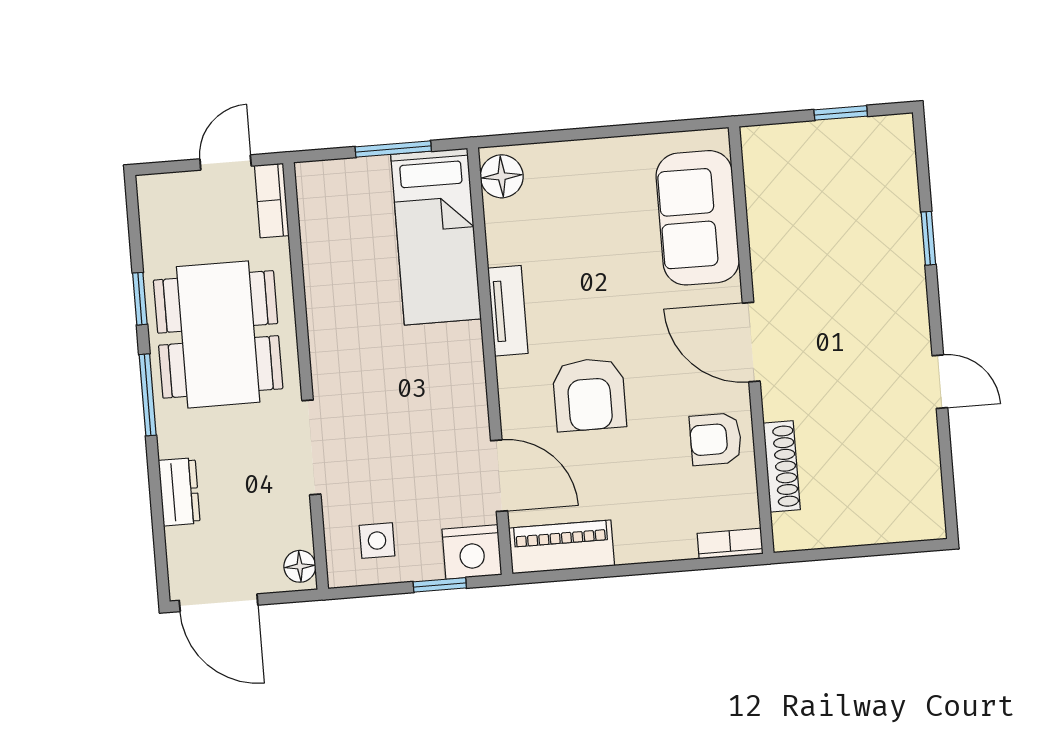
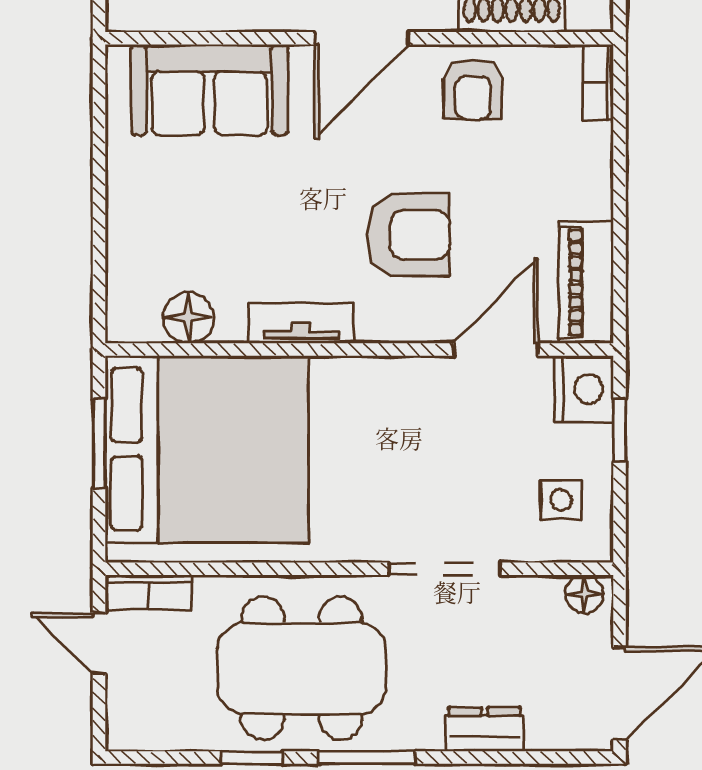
floor lamp: (502, 176) -> (188, 318), moved
bed: (436, 237) -> (207, 449), width x2.04

